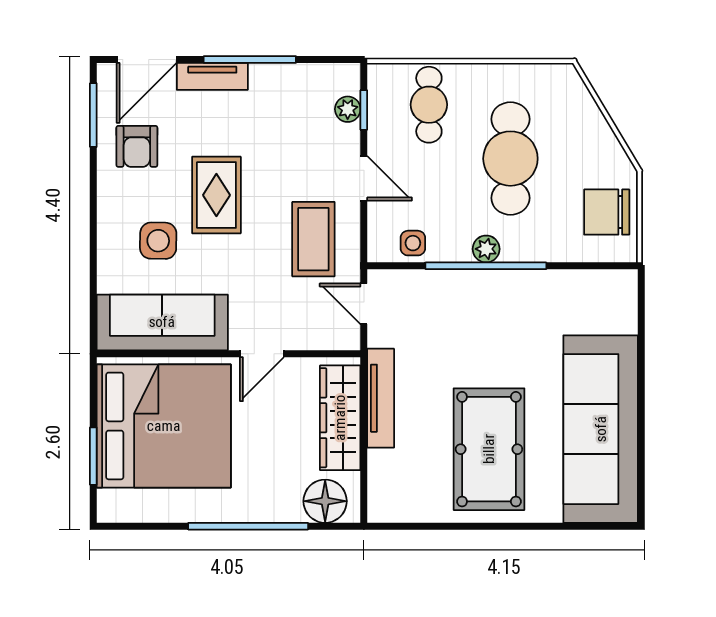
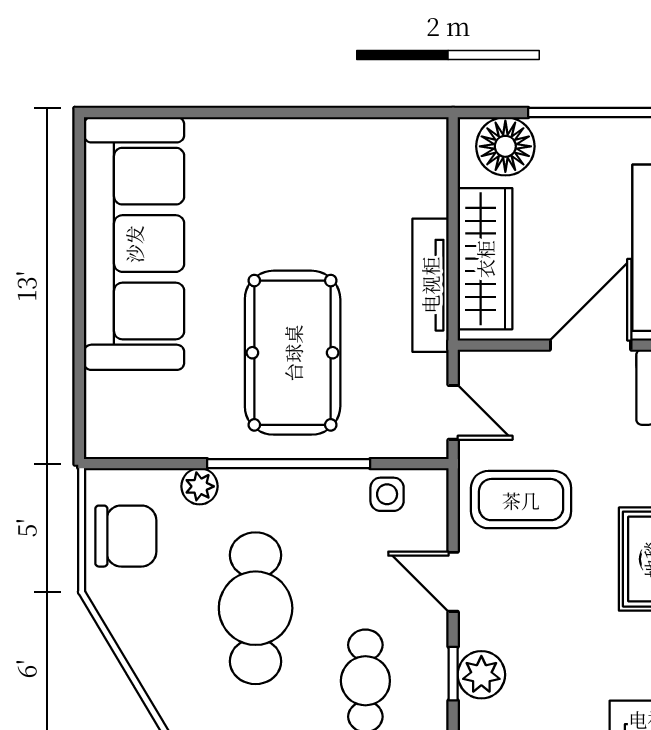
plant: (348, 109) -> (481, 675), width x1.38, depth x1.38
coffee table: (313, 239) -> (521, 500), turned 90
plant: (486, 249) -> (199, 486), moved
door: (262, 354) -> (591, 345), width x1.37
pool table: (489, 449) -> (293, 353), moved

